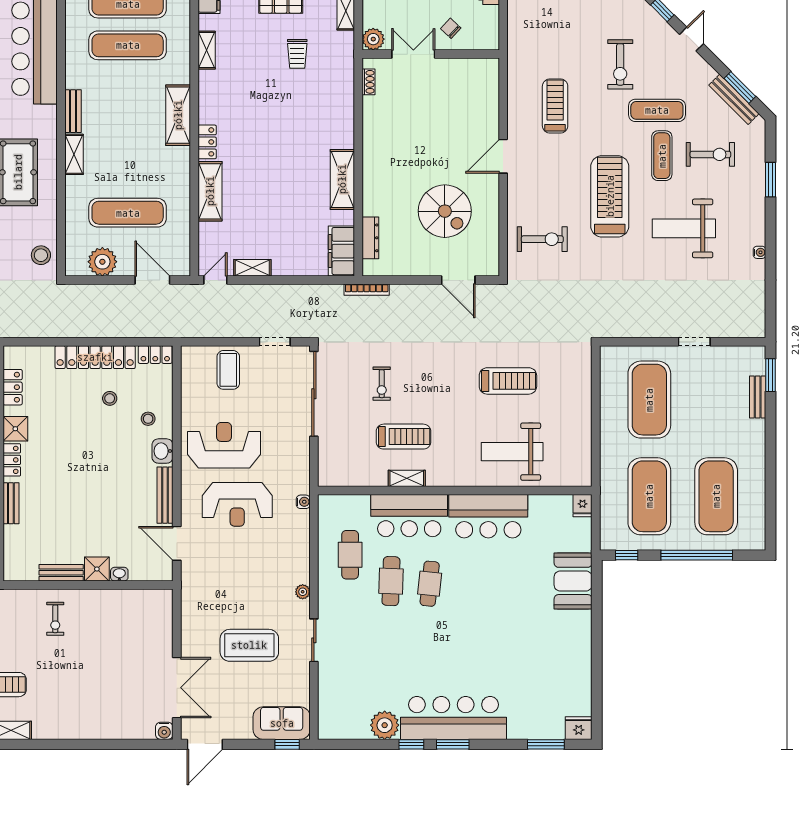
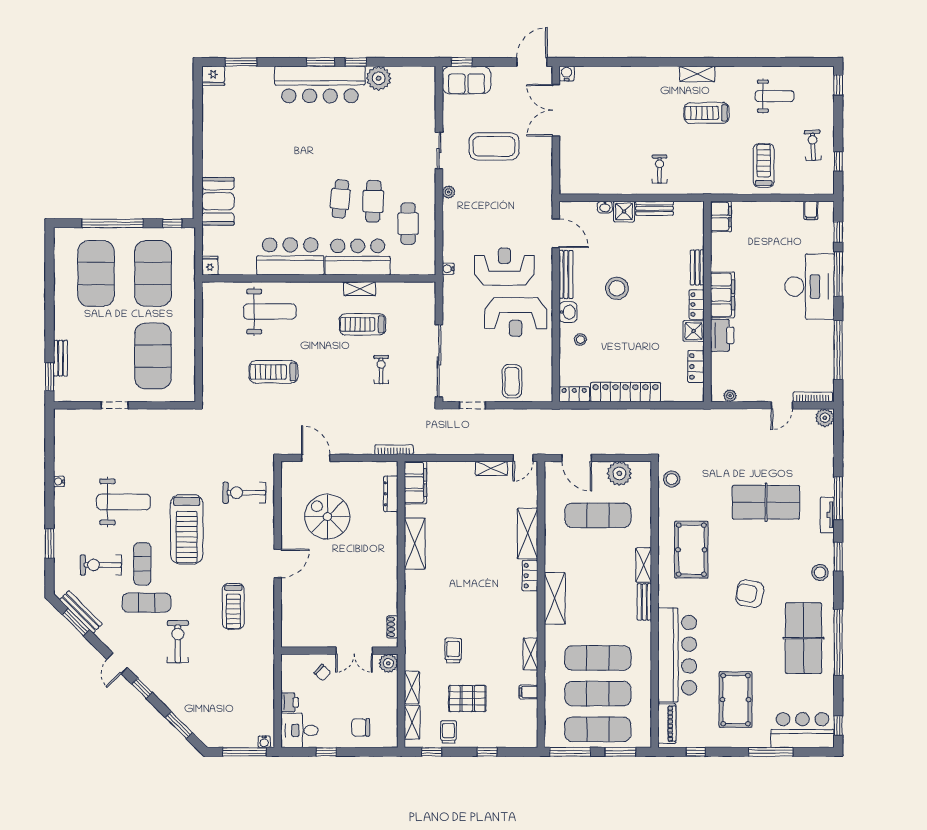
stool: (110, 398) -> (617, 288), moved, width x1.89, depth x1.89

